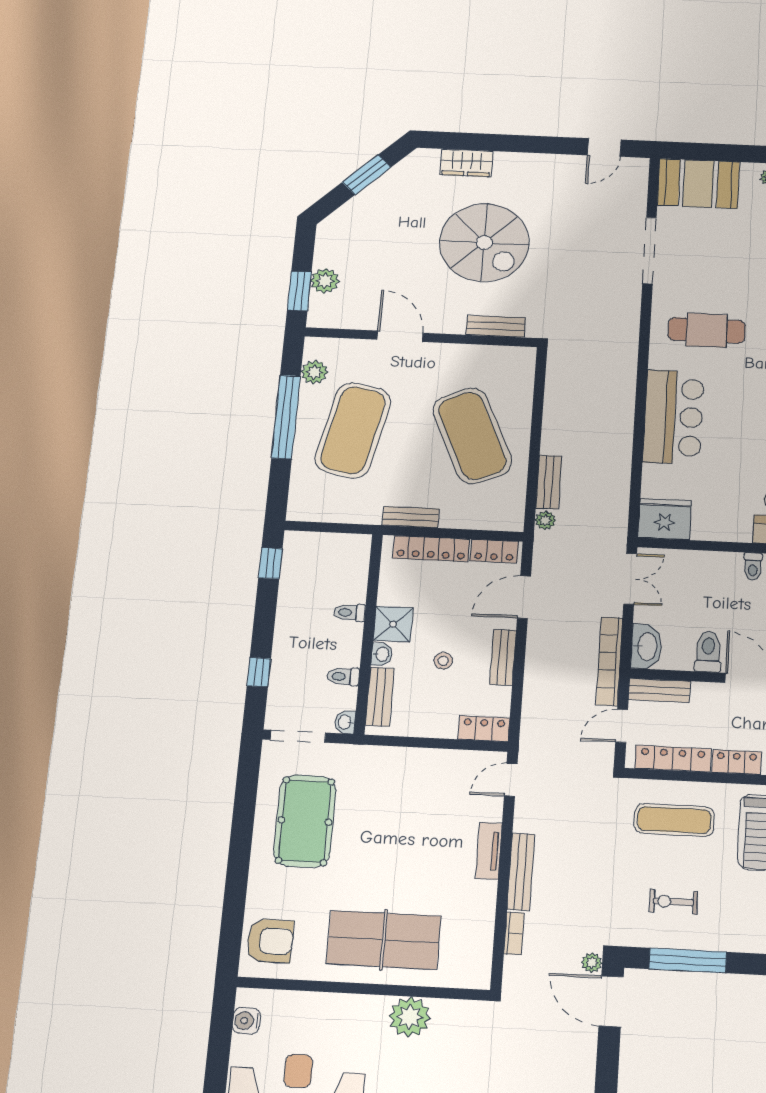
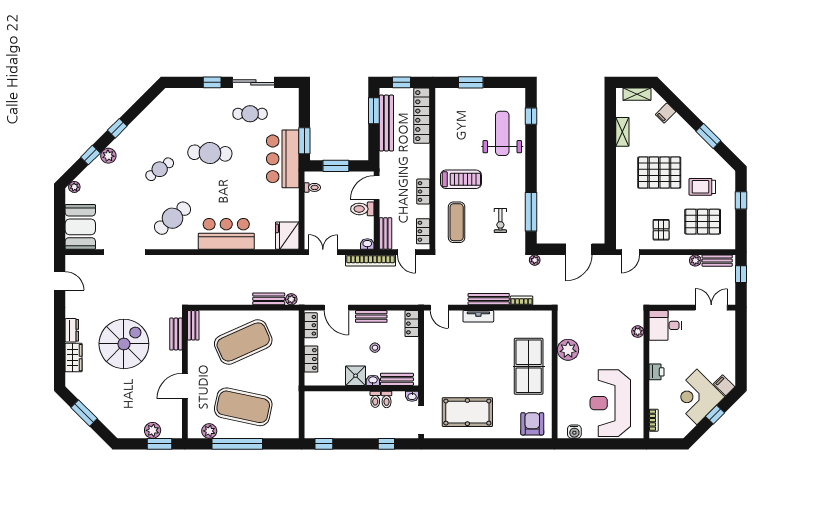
dresser: (515, 162) -> (72, 330), added
cafe table: (707, 330) -> (172, 218), turned 50
bench: (411, 517) -> (193, 325), moved
locker: (431, 549) -> (311, 359), width x0.66
toilet: (349, 612) -> (375, 399), moved
washbasin: (646, 647) -> (367, 244), width x0.52, depth x0.69
locker: (673, 759) -> (423, 231), width x0.66
door: (611, 1001) -> (579, 249), moved

